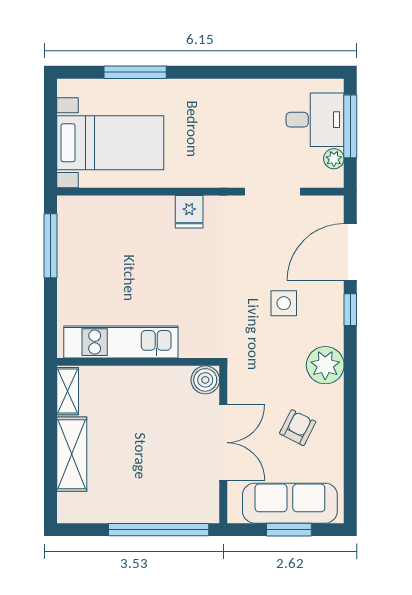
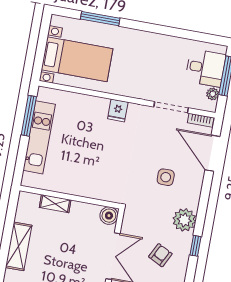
bookcase: (322, 204) -> (201, 120), added
door: (350, 252) -> (212, 153), hinge flipped
window: (350, 310) -> (196, 246), moved
kitchen unit: (121, 342) -> (39, 137), moved, turned 90
shelving: (68, 391) -> (55, 204), moved, turned 90

